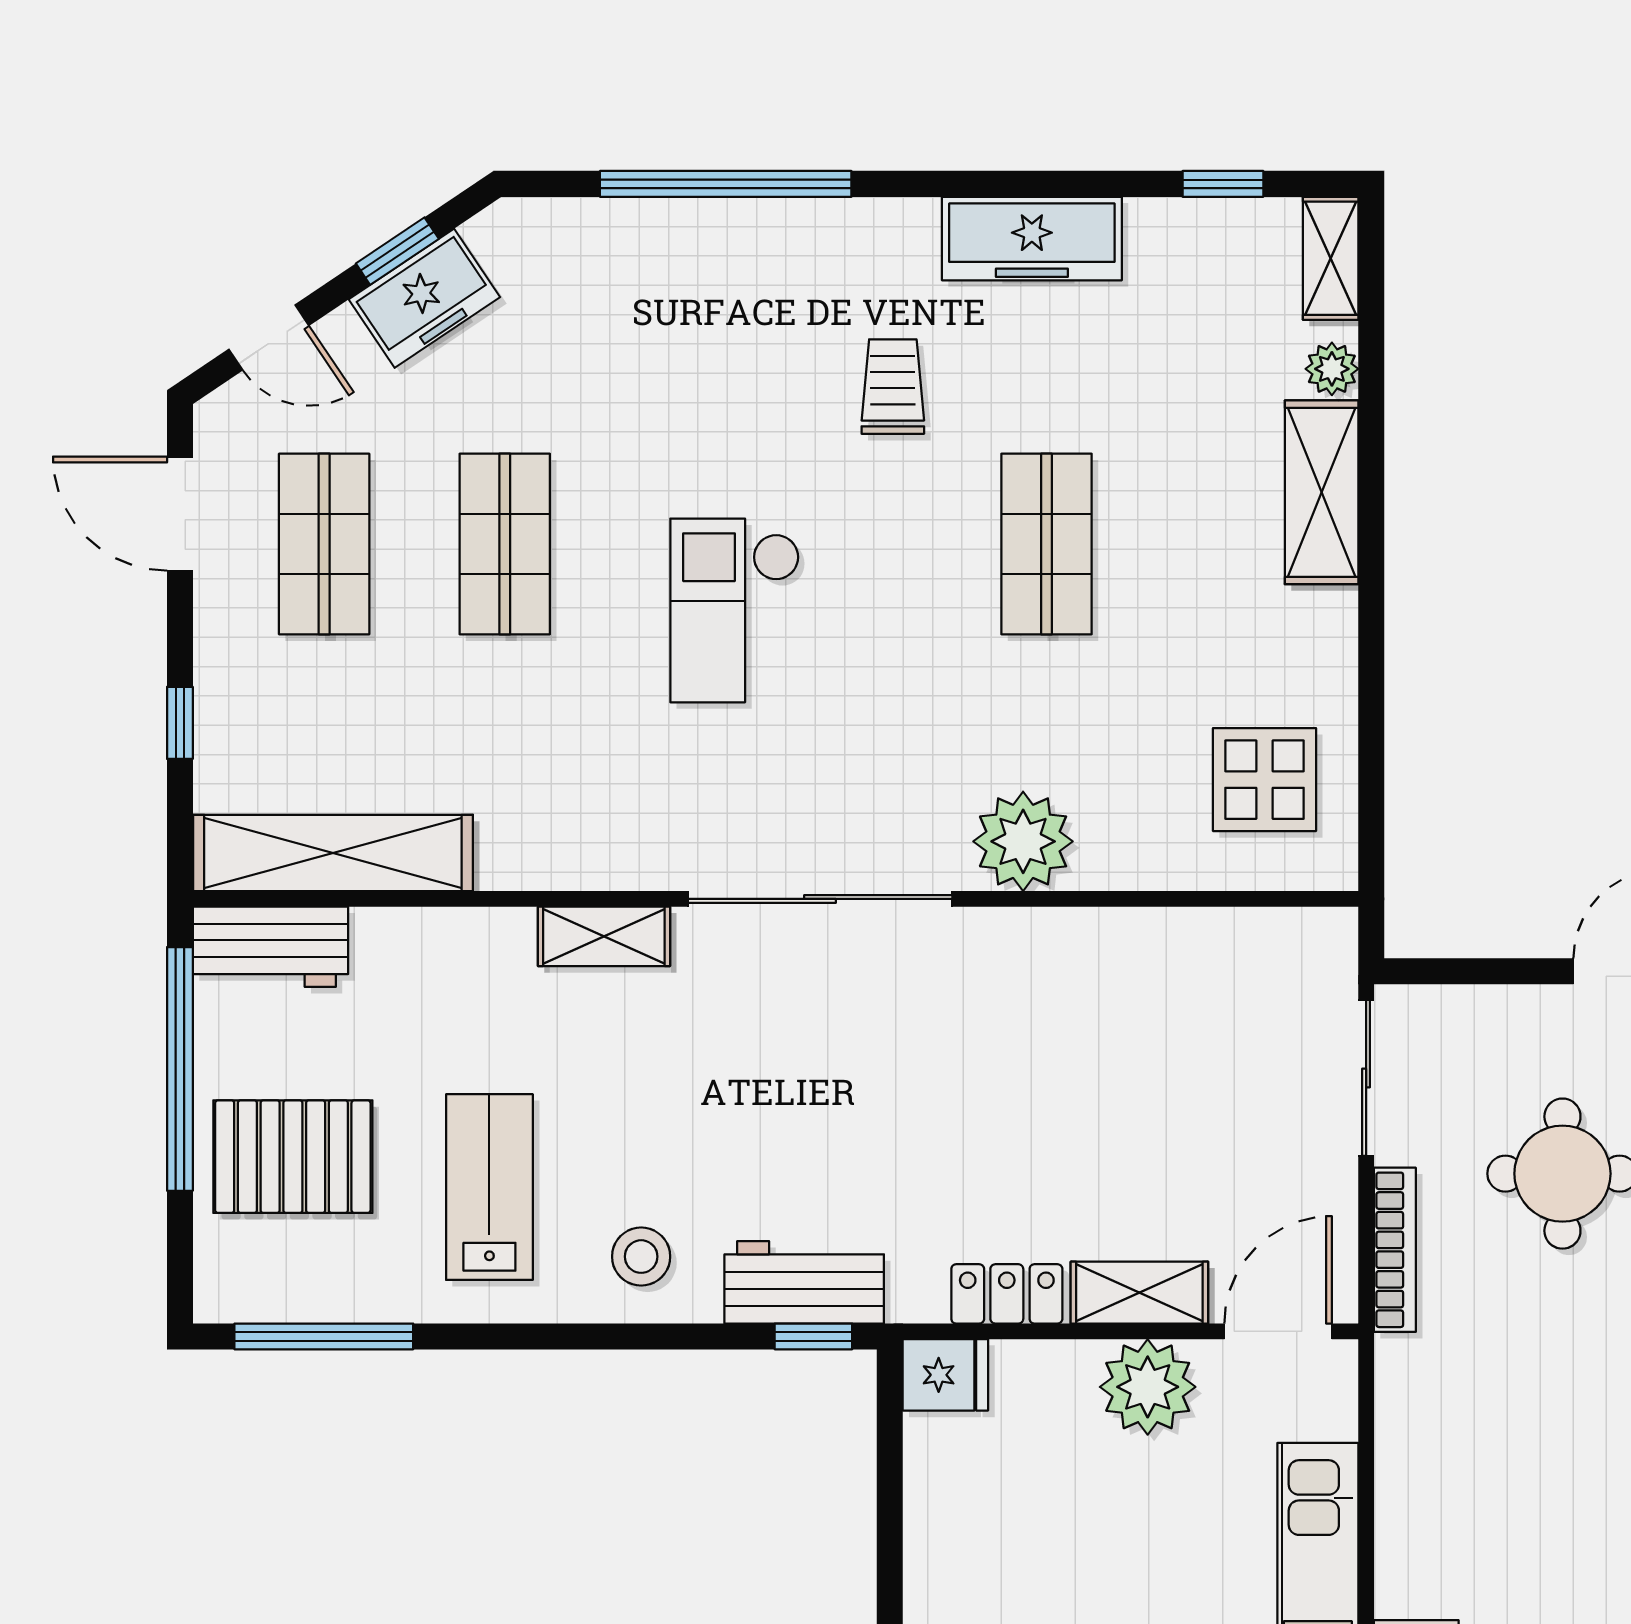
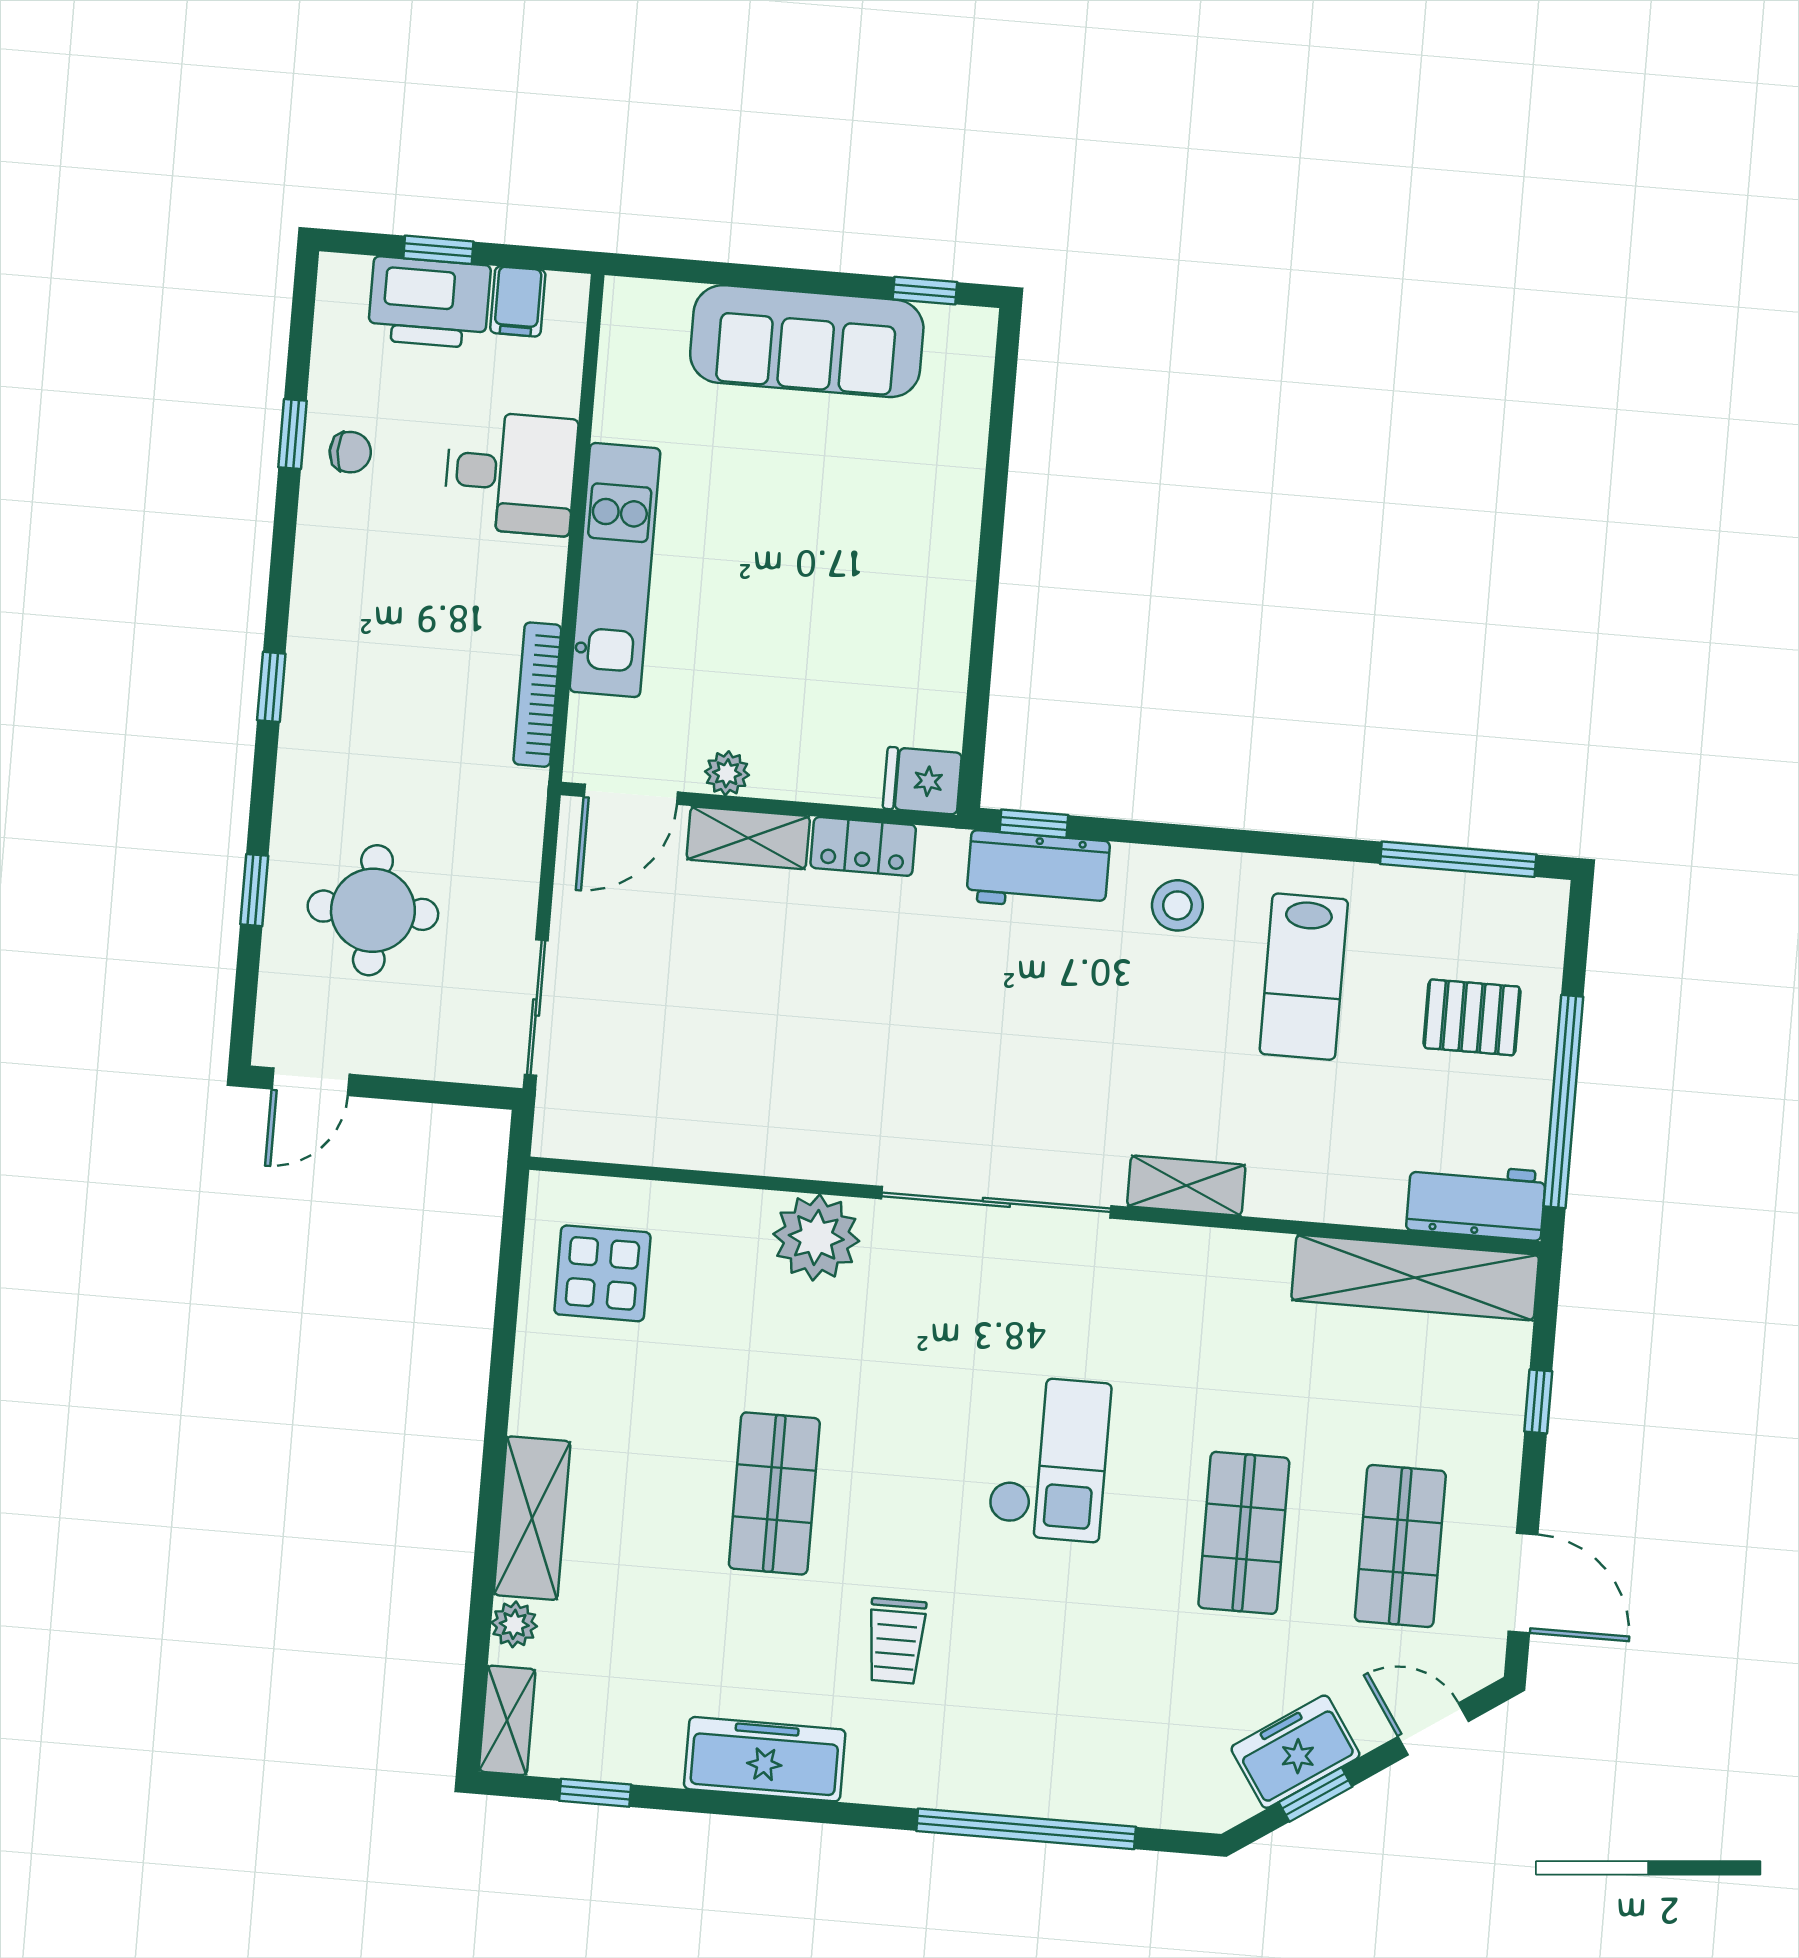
pallet: (293, 1157) -> (1472, 1017), width x0.67, depth x0.71
bookcase: (1395, 1250) -> (537, 695), moved
plant: (1148, 1387) -> (727, 773), width x0.53, depth x0.53

